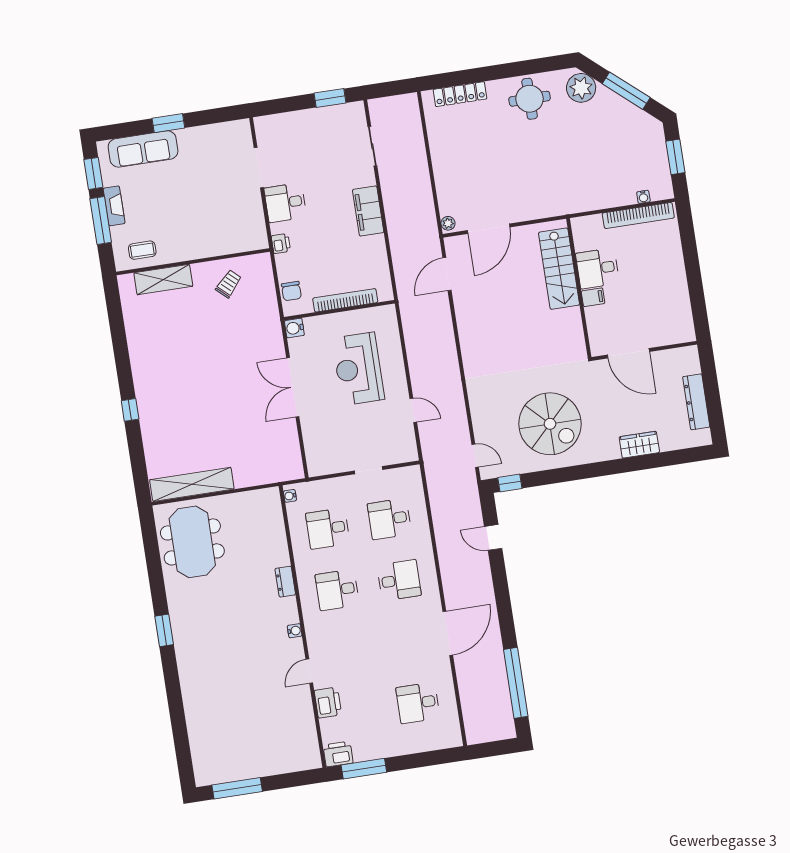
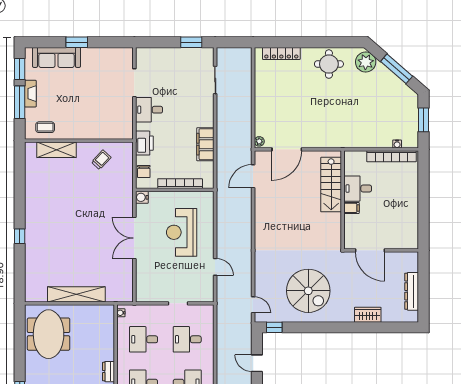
filing cabinet: (368, 211) -> (205, 144), moved
printer: (281, 243) -> (144, 143), width x1.87, depth x1.48
shelving: (192, 484) -> (76, 294), moved

